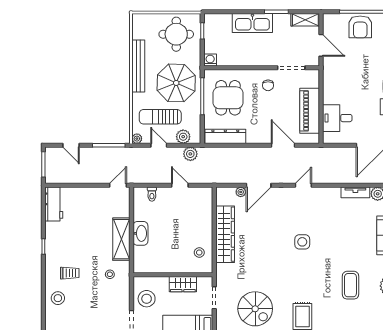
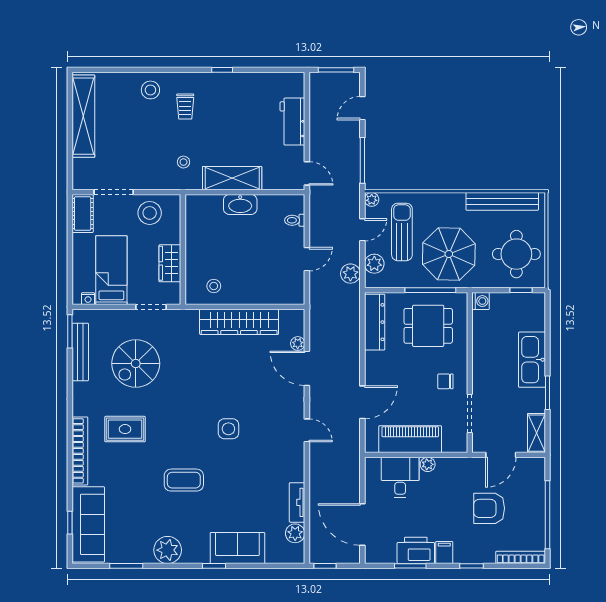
armchair: (360, 27) -> (489, 508), moved
bench: (138, 66) -> (502, 201), moved
plant: (328, 98) -> (428, 464), added
workbench: (54, 204) -> (292, 122), moved, turned 90
coffee table: (350, 285) -> (184, 480), moved

